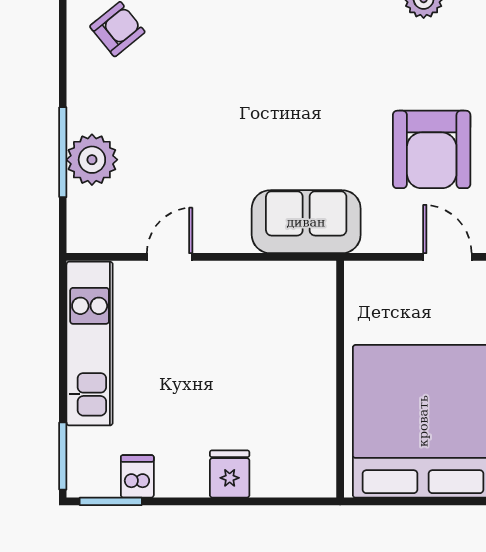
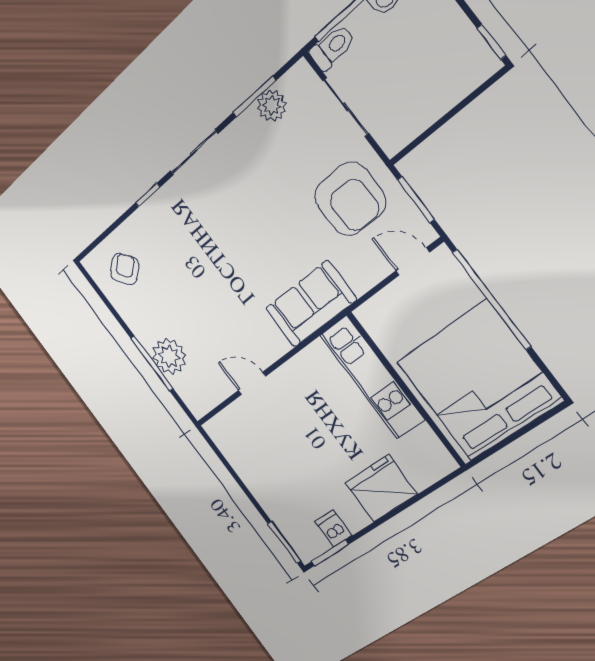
door: (170, 257) -> (252, 383), hinge flipped
kitchen unit: (90, 344) -> (372, 377), moved, turned 180
fridge: (230, 474) -> (381, 488), width x1.88, depth x1.34

